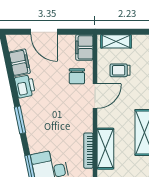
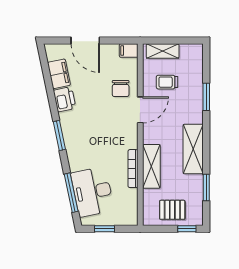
filing cabinet: (84, 47) -> (129, 51), width x0.50

